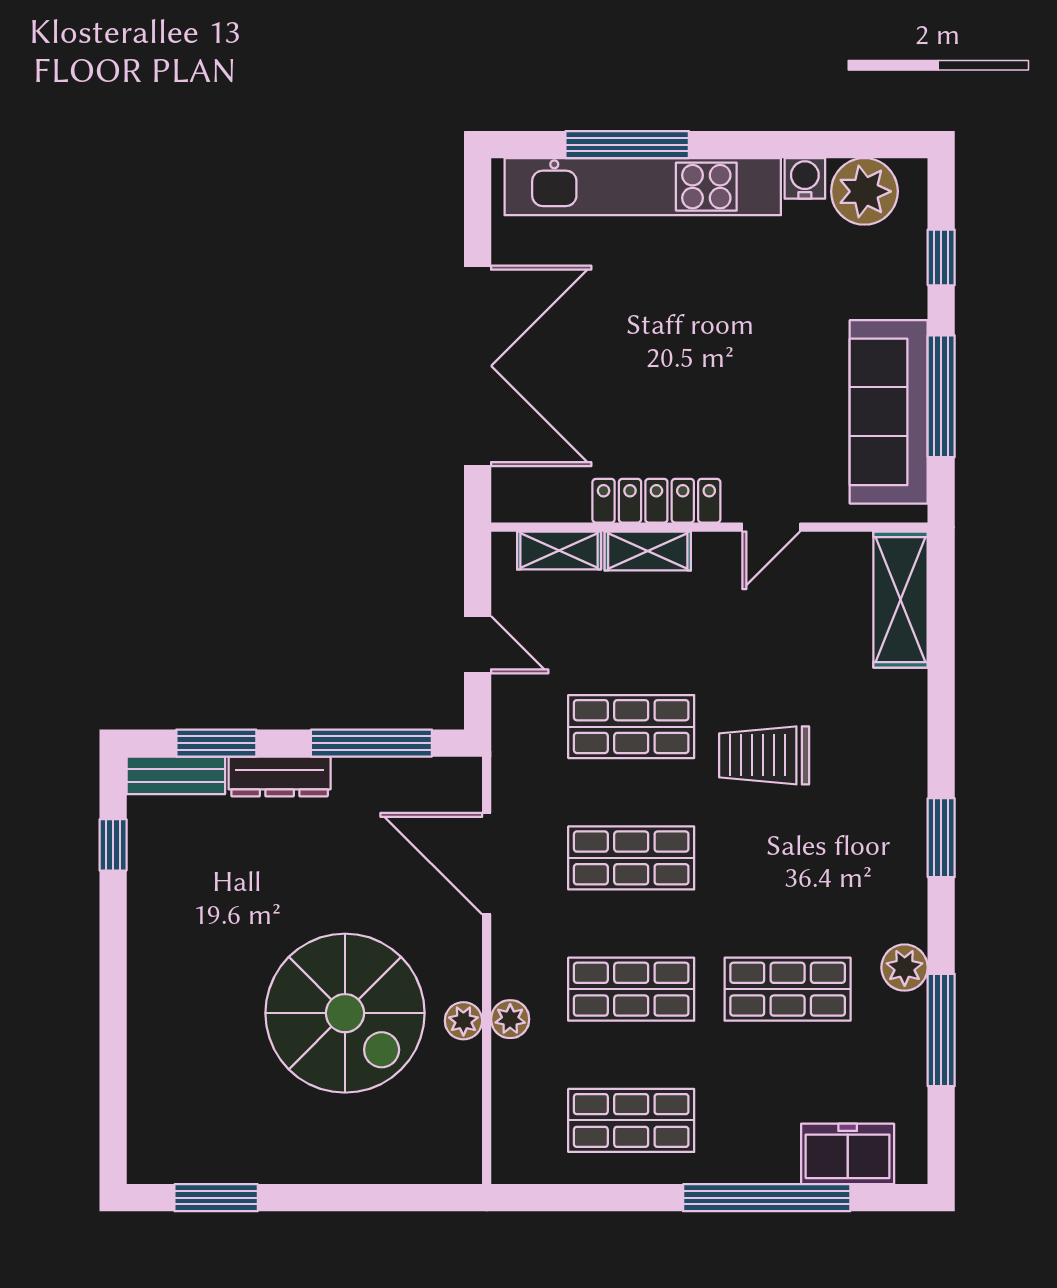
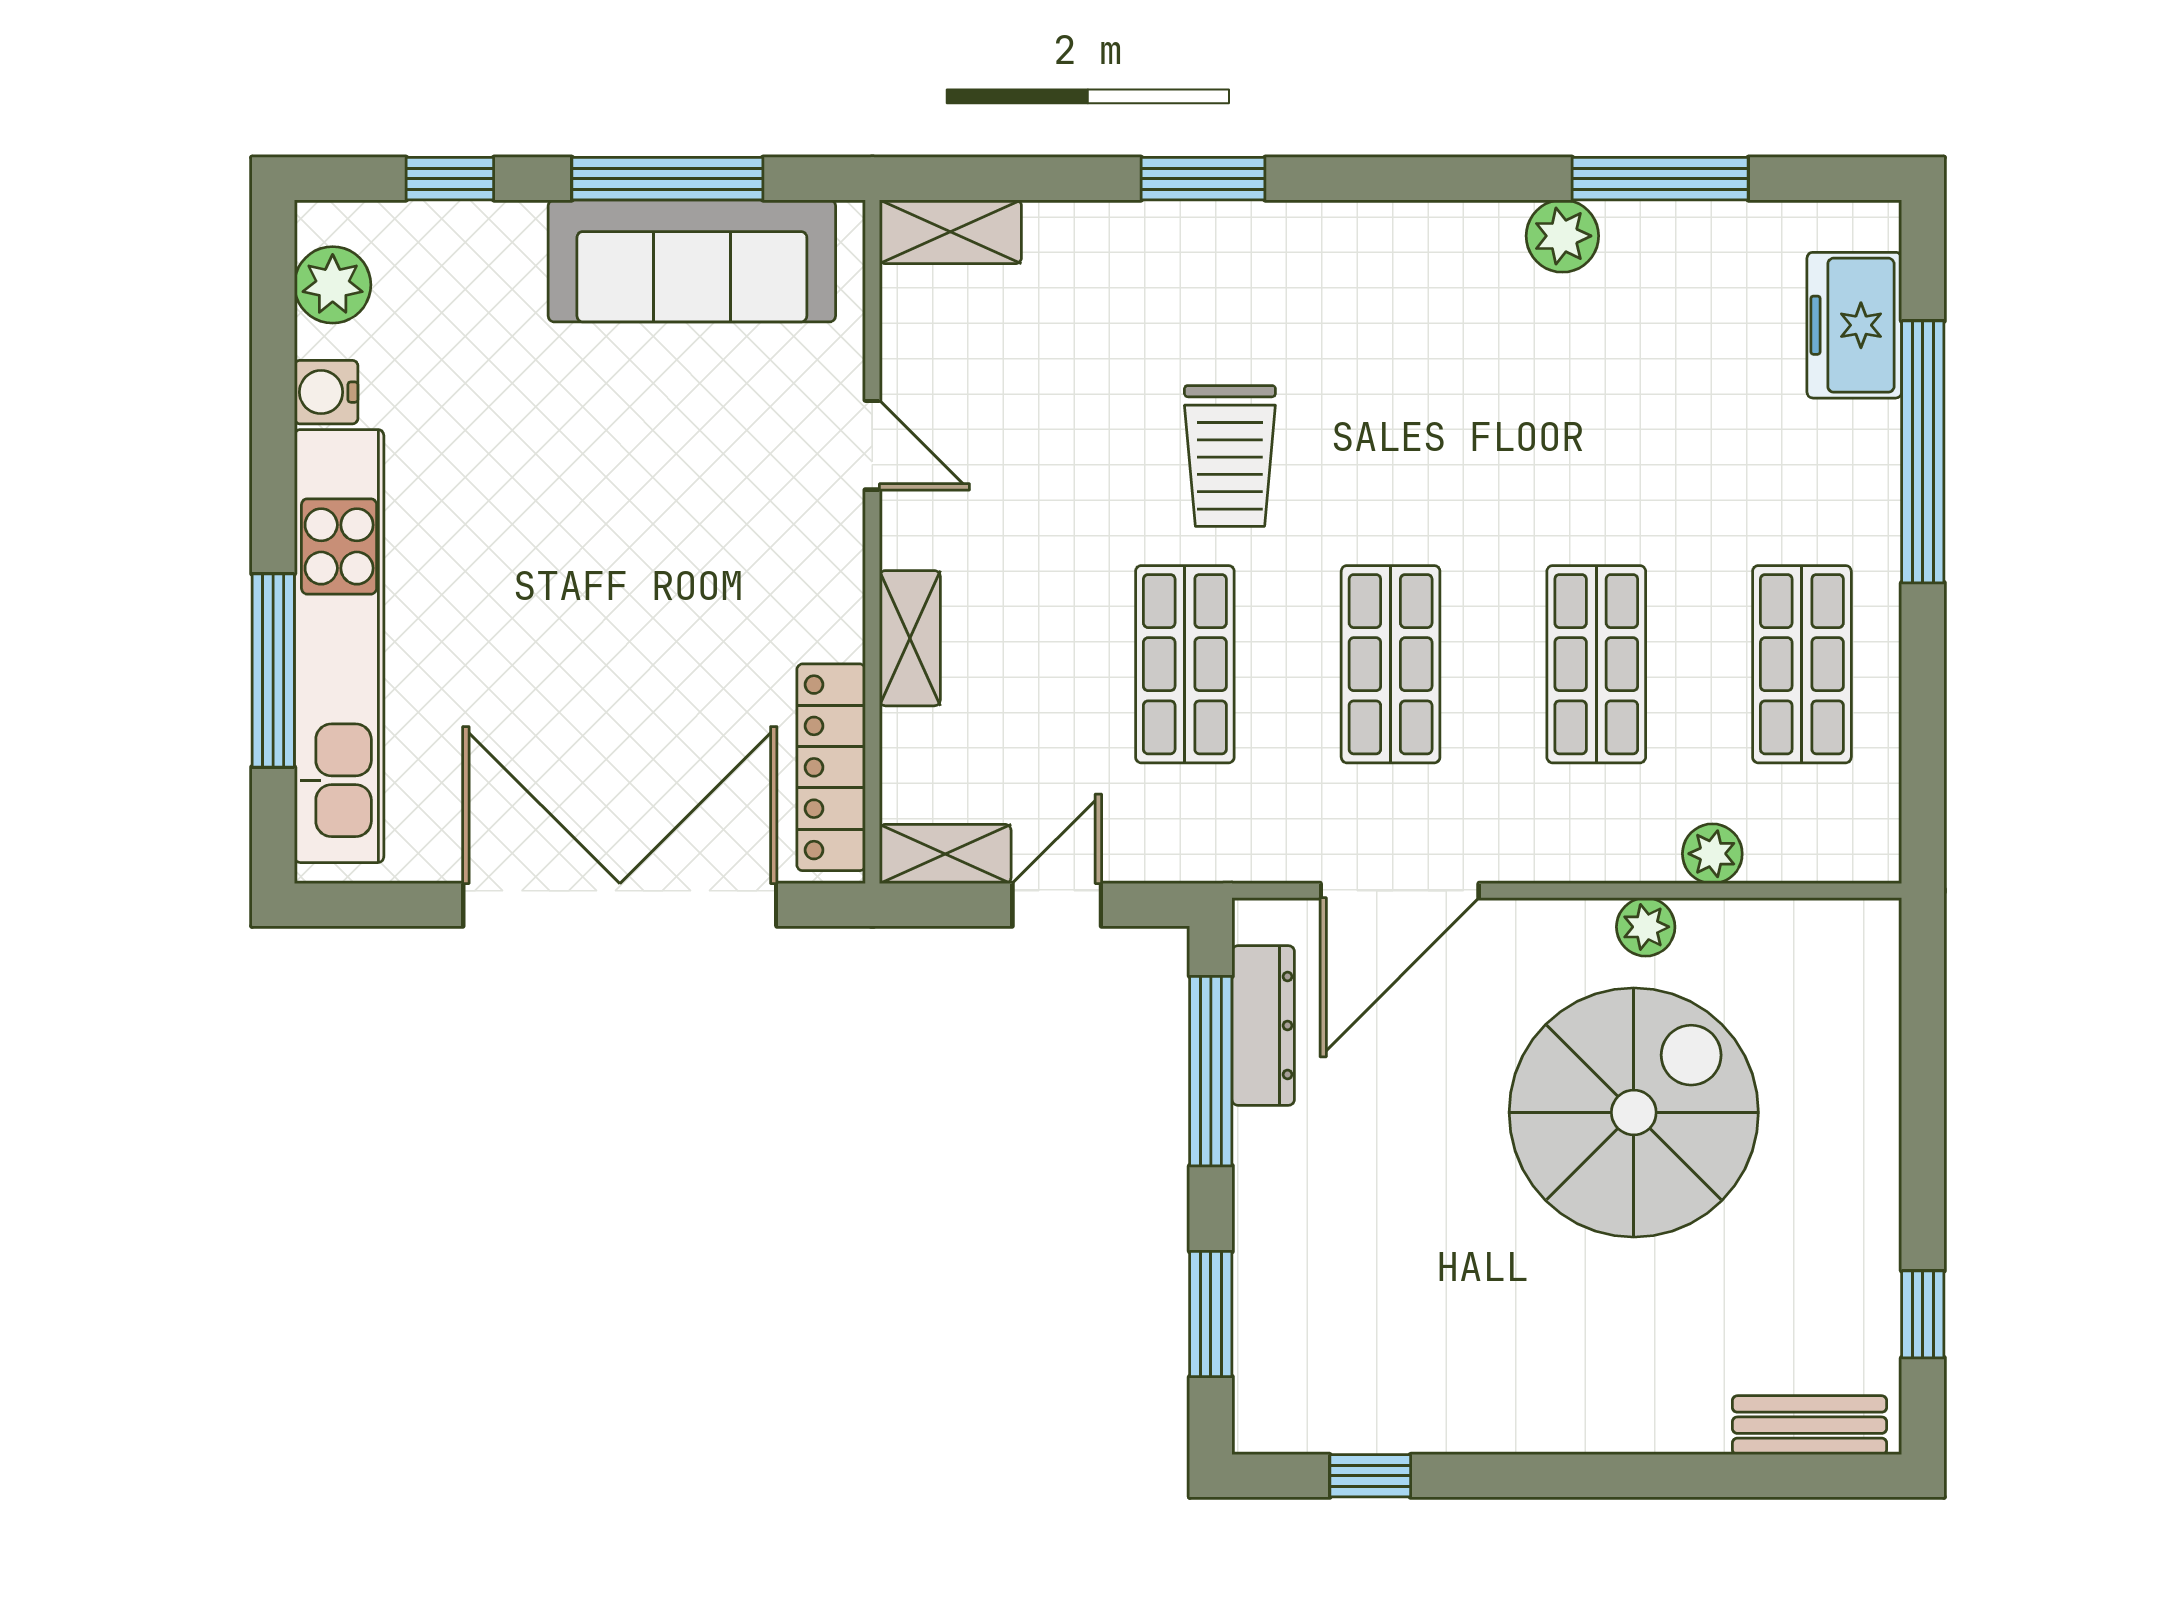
plant: (864, 191) -> (333, 285), width x0.73, depth x0.73
locker: (656, 501) -> (831, 767), moved
shelving: (559, 550) -> (945, 854), moved, turned 90
shelving: (900, 600) -> (950, 232), width x0.67, depth x0.75
bench: (176, 775) -> (1810, 1425), moved, turned 90
dresser: (280, 777) -> (1263, 1025), moved
window: (941, 838) -> (1203, 179), moved
shop shelf: (788, 989) -> (1596, 419), removed
plant: (510, 1019) -> (1712, 854), moved
window: (216, 1198) -> (1923, 1314), width x0.67

